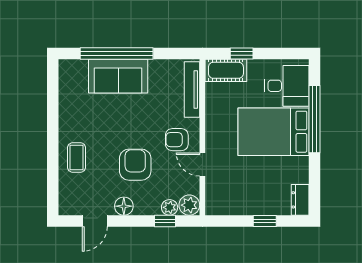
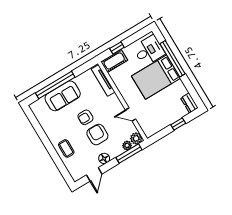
armchair: (177, 140) -> (85, 117), moved
window: (165, 221) -> (129, 154), width x2.17

